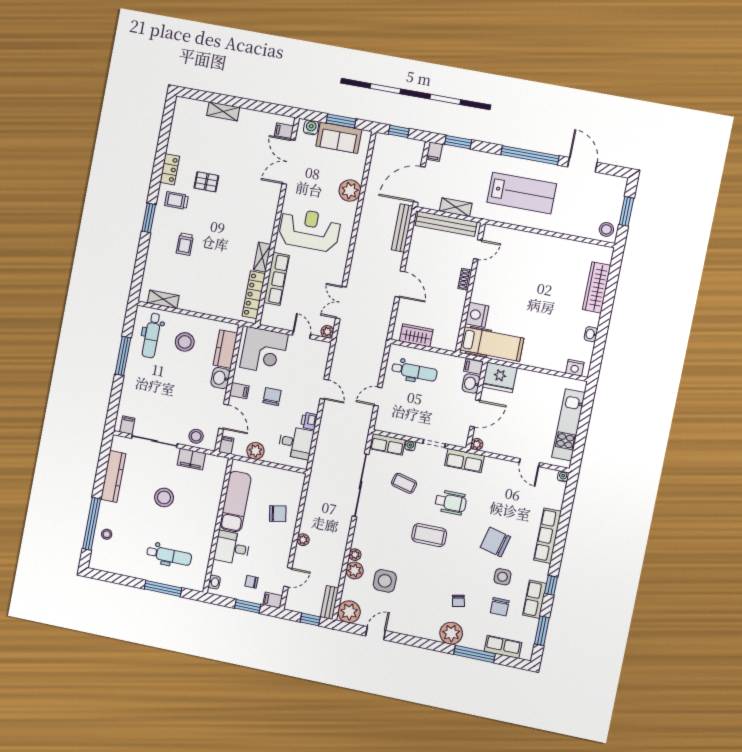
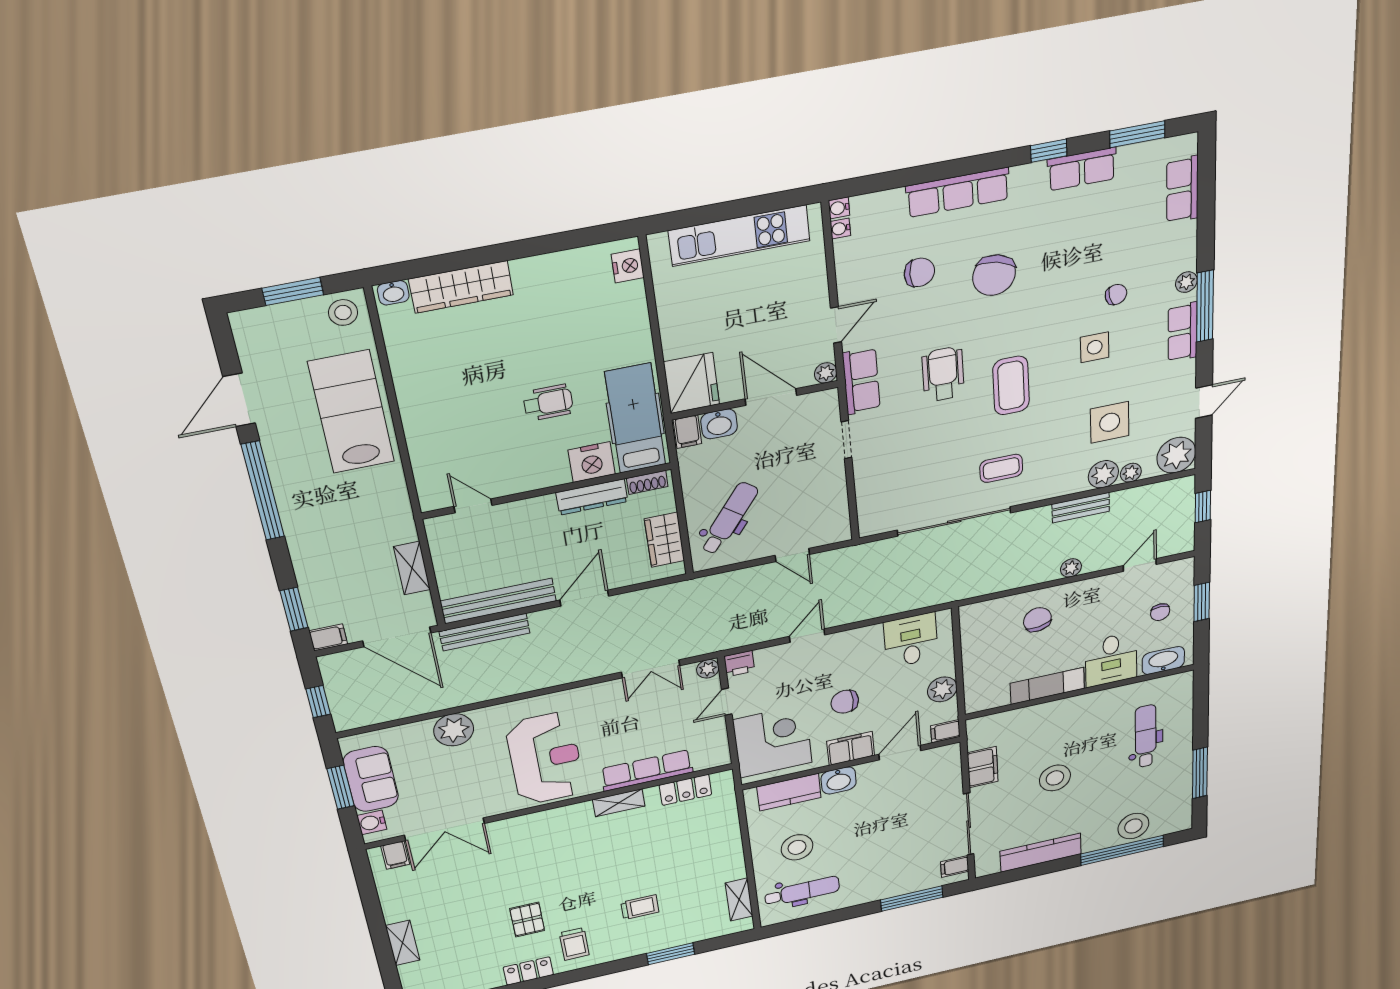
lab bench: (522, 193) -> (351, 412), moved
window: (149, 218) -> (671, 954), moved
bench: (446, 224) -> (498, 601), moved, turned 90
reception desk: (310, 230) -> (545, 758), turned 180
shoe rack: (465, 279) -> (647, 482), moved
locker: (254, 295) -> (686, 790), width x0.66
wheelchair: (519, 306) -> (548, 402), added
dresser: (457, 308) -> (592, 497), added
washbasin: (591, 334) -> (393, 293), moved
window: (123, 356) -> (912, 899), moved
dental chair: (414, 371) -> (729, 518), turned 37
filing cabinet: (239, 391) -> (851, 748), width x2.00
printer: (309, 421) -> (739, 664), moved
stool: (196, 436) -> (944, 775), removed
row of seats: (387, 444) -> (1182, 332), moved, turned 180
water cooler: (410, 446) -> (840, 229), moved
door: (530, 463) -> (836, 325), moved
coffee table: (404, 483) -> (1001, 468), moved, turned 76
exam couch: (235, 501) -> (1047, 686), width x0.73, depth x0.69
stool: (107, 534) -> (1133, 826), width x1.89, depth x1.89
plant: (355, 555) -> (1131, 473), moved
door: (288, 577) -> (1140, 565), hinge flipped
side table: (503, 577) -> (1095, 347), moved
washbasin: (214, 582) -> (1163, 661), width x1.91, depth x1.45
window: (163, 588) -> (1200, 773), moved
filing cabinet: (273, 600) -> (1183, 572), removed
bench: (330, 602) -> (1081, 508), moved
chair: (500, 607) -> (919, 272), moved
door: (376, 633) -> (1204, 402), swing flipped
plant: (451, 633) -> (1186, 282), width x0.53, depth x0.53
window: (475, 654) -> (1205, 306), moved

